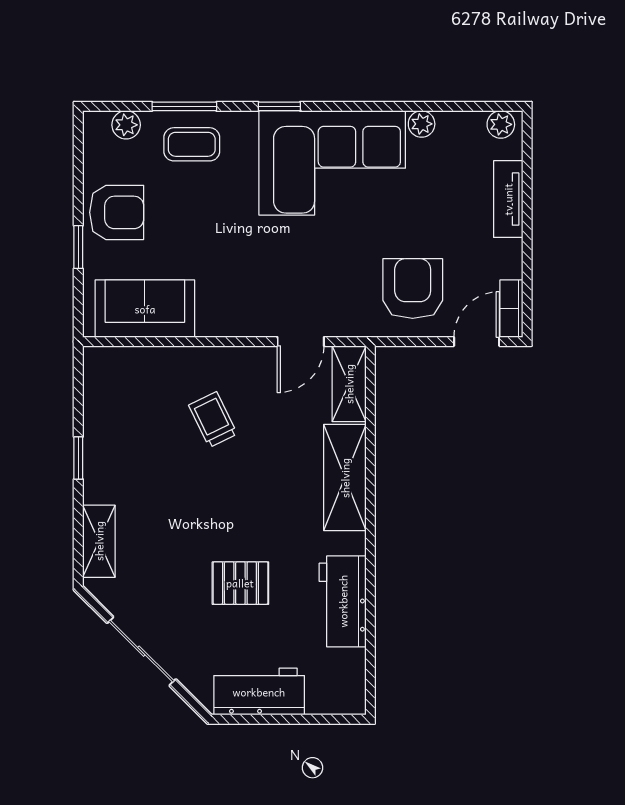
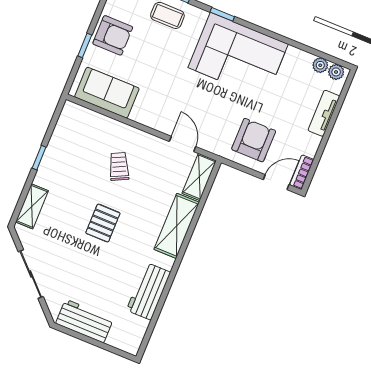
plant: (422, 124) -> (320, 65), moved
door: (301, 342) -> (183, 144), swing flipped
pallet: (240, 583) -> (103, 223), moved, turned 90

